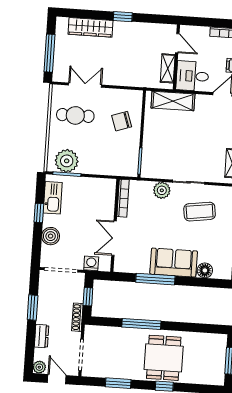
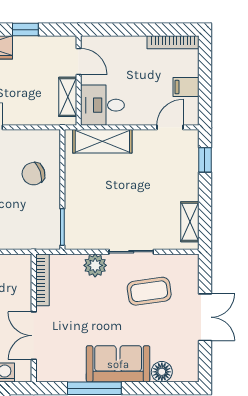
door: (177, 43) -> (79, 61), moved
wall: (176, 57) -> (79, 81), moved
shelving: (168, 68) -> (68, 97), moved
desk: (192, 76) -> (102, 105), moved

